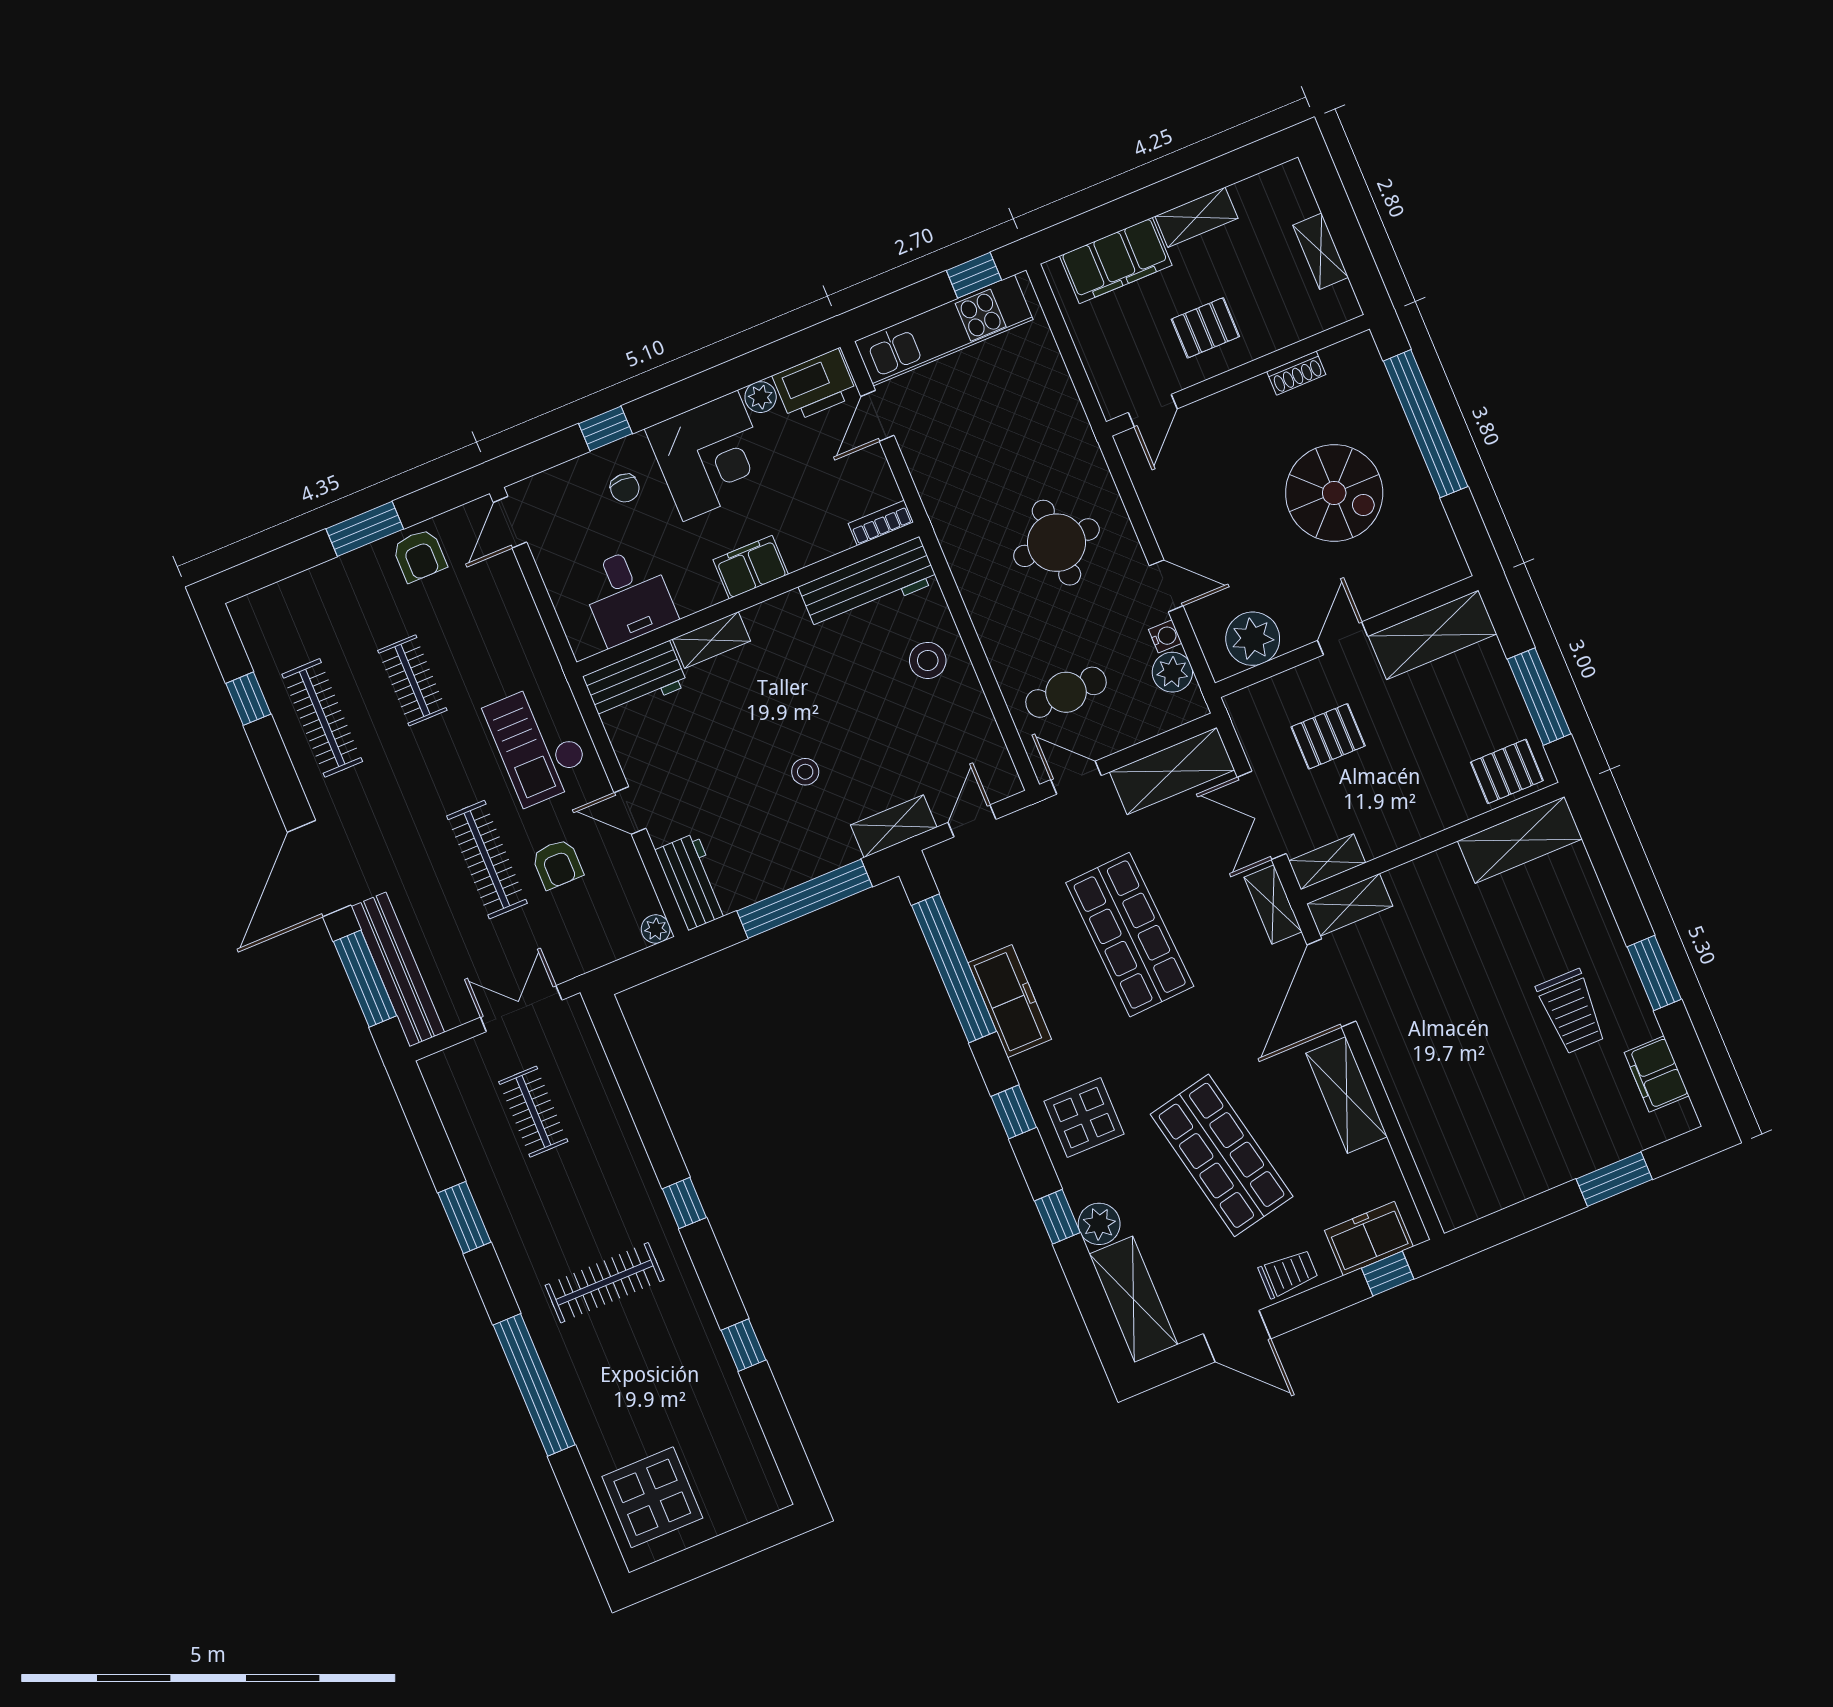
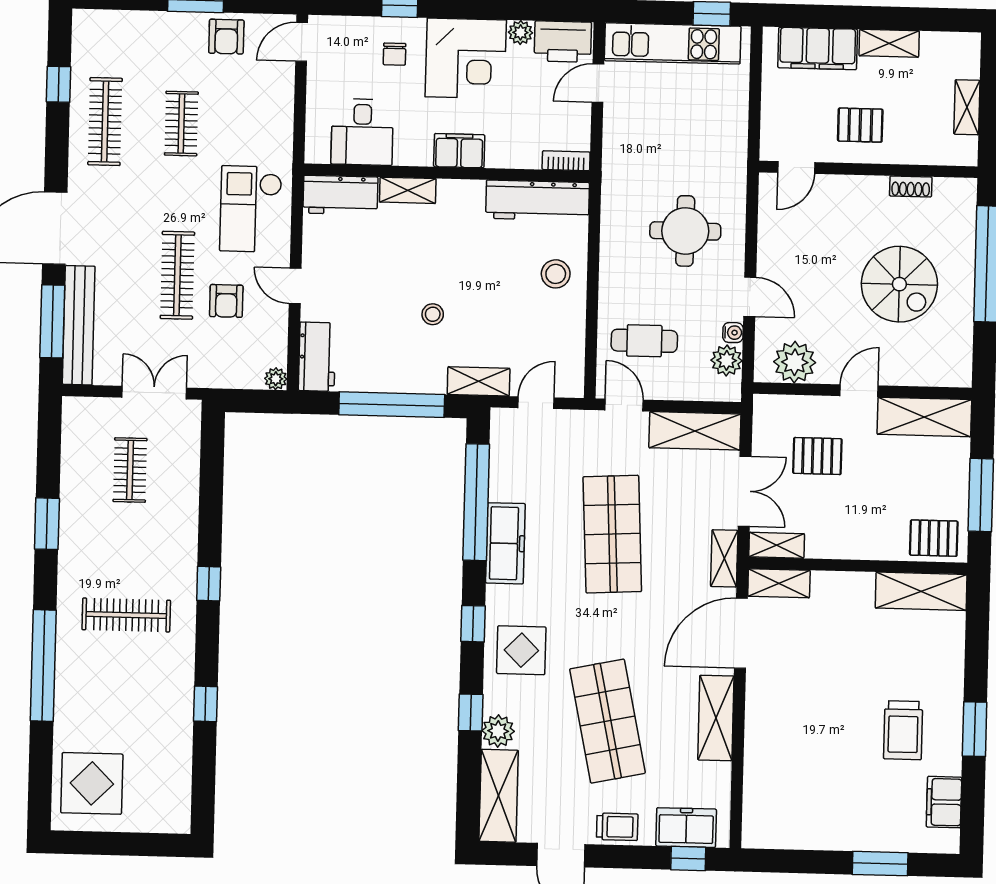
double door: (1262, 815) -> (745, 491), swing flipped

